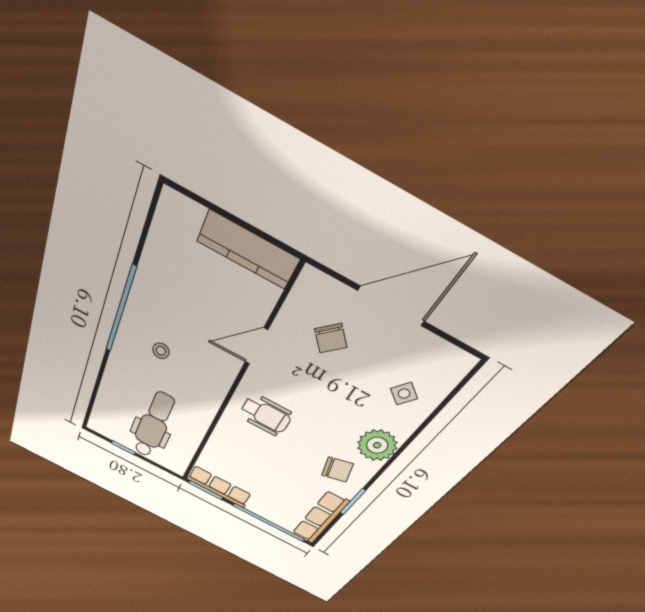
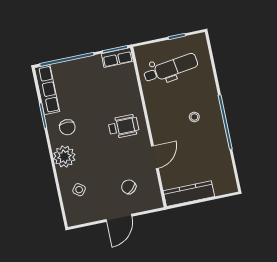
door: (391, 306) -> (119, 218), width x0.73
wheelchair: (266, 415) -> (124, 126), turned 180
dental chair: (153, 426) -> (171, 68), turned -98
chair: (337, 470) -> (67, 127), turned -75
row of seats: (219, 487) -> (117, 58), width x0.68

